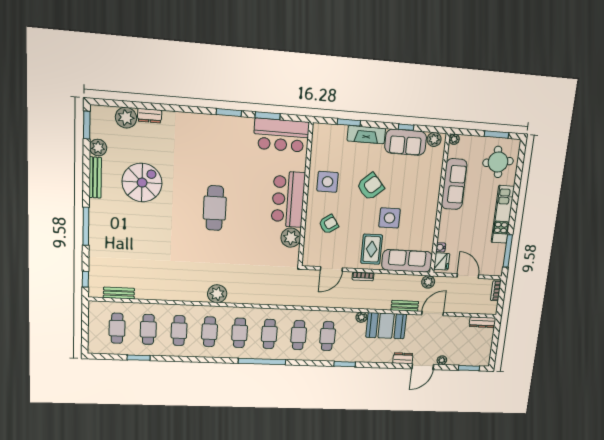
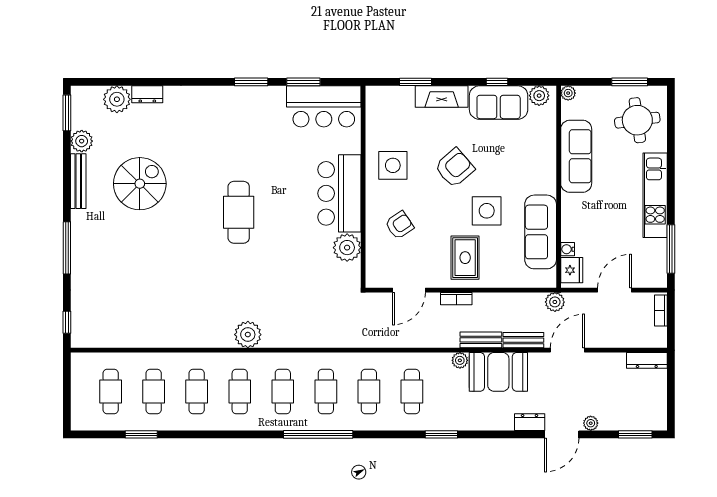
sofa: (407, 261) -> (541, 232), moved, turned -90
door: (468, 276) -> (614, 290), hinge flipped
bench: (119, 293) -> (481, 340), moved

